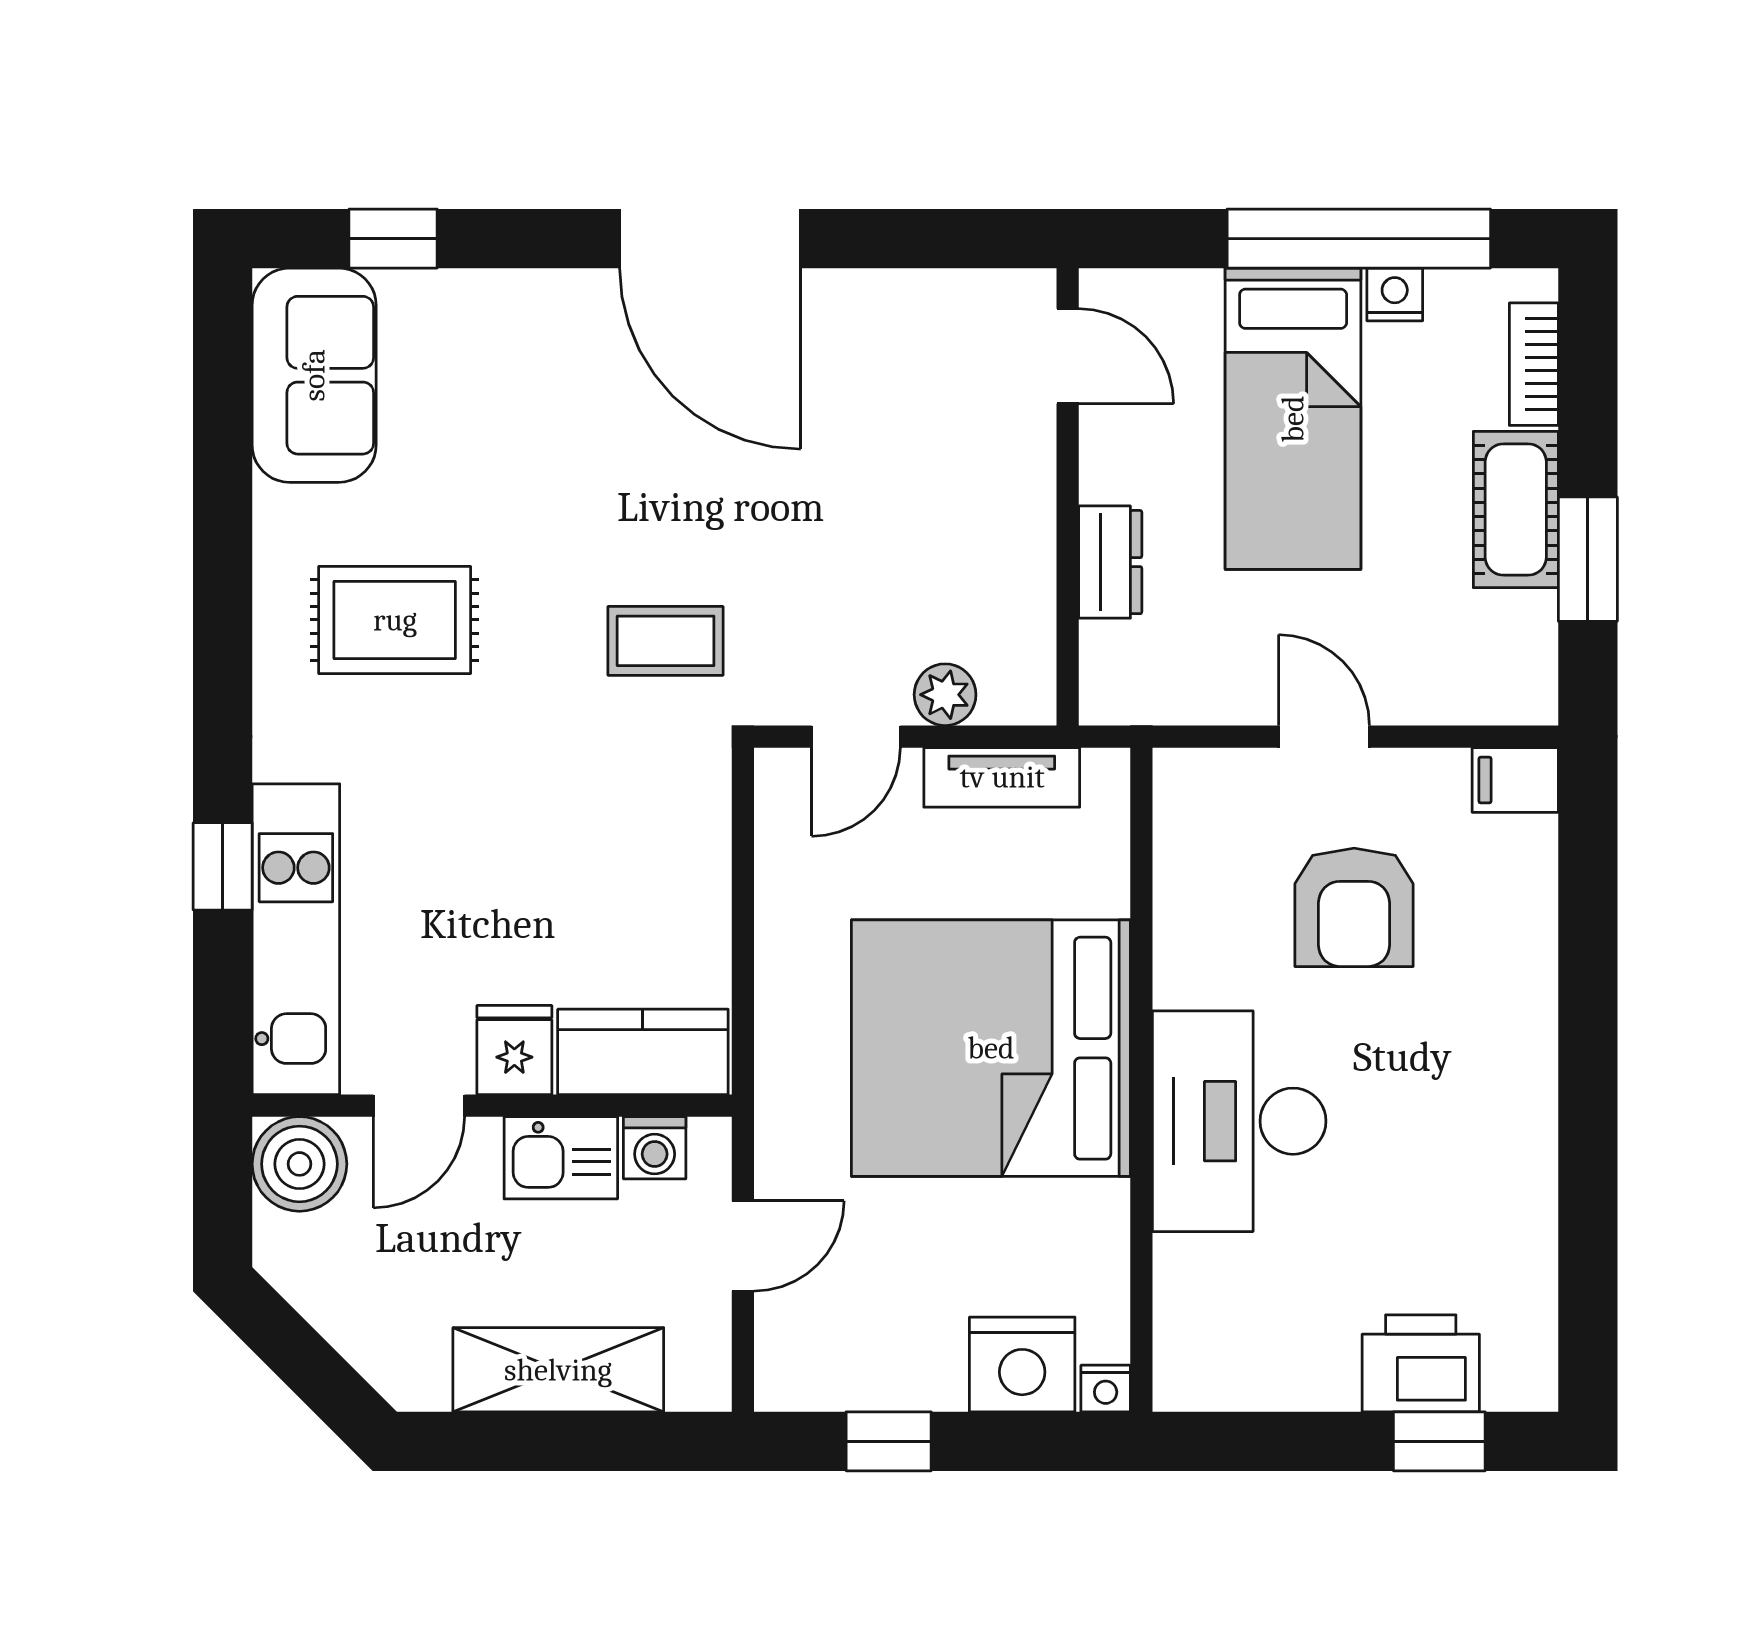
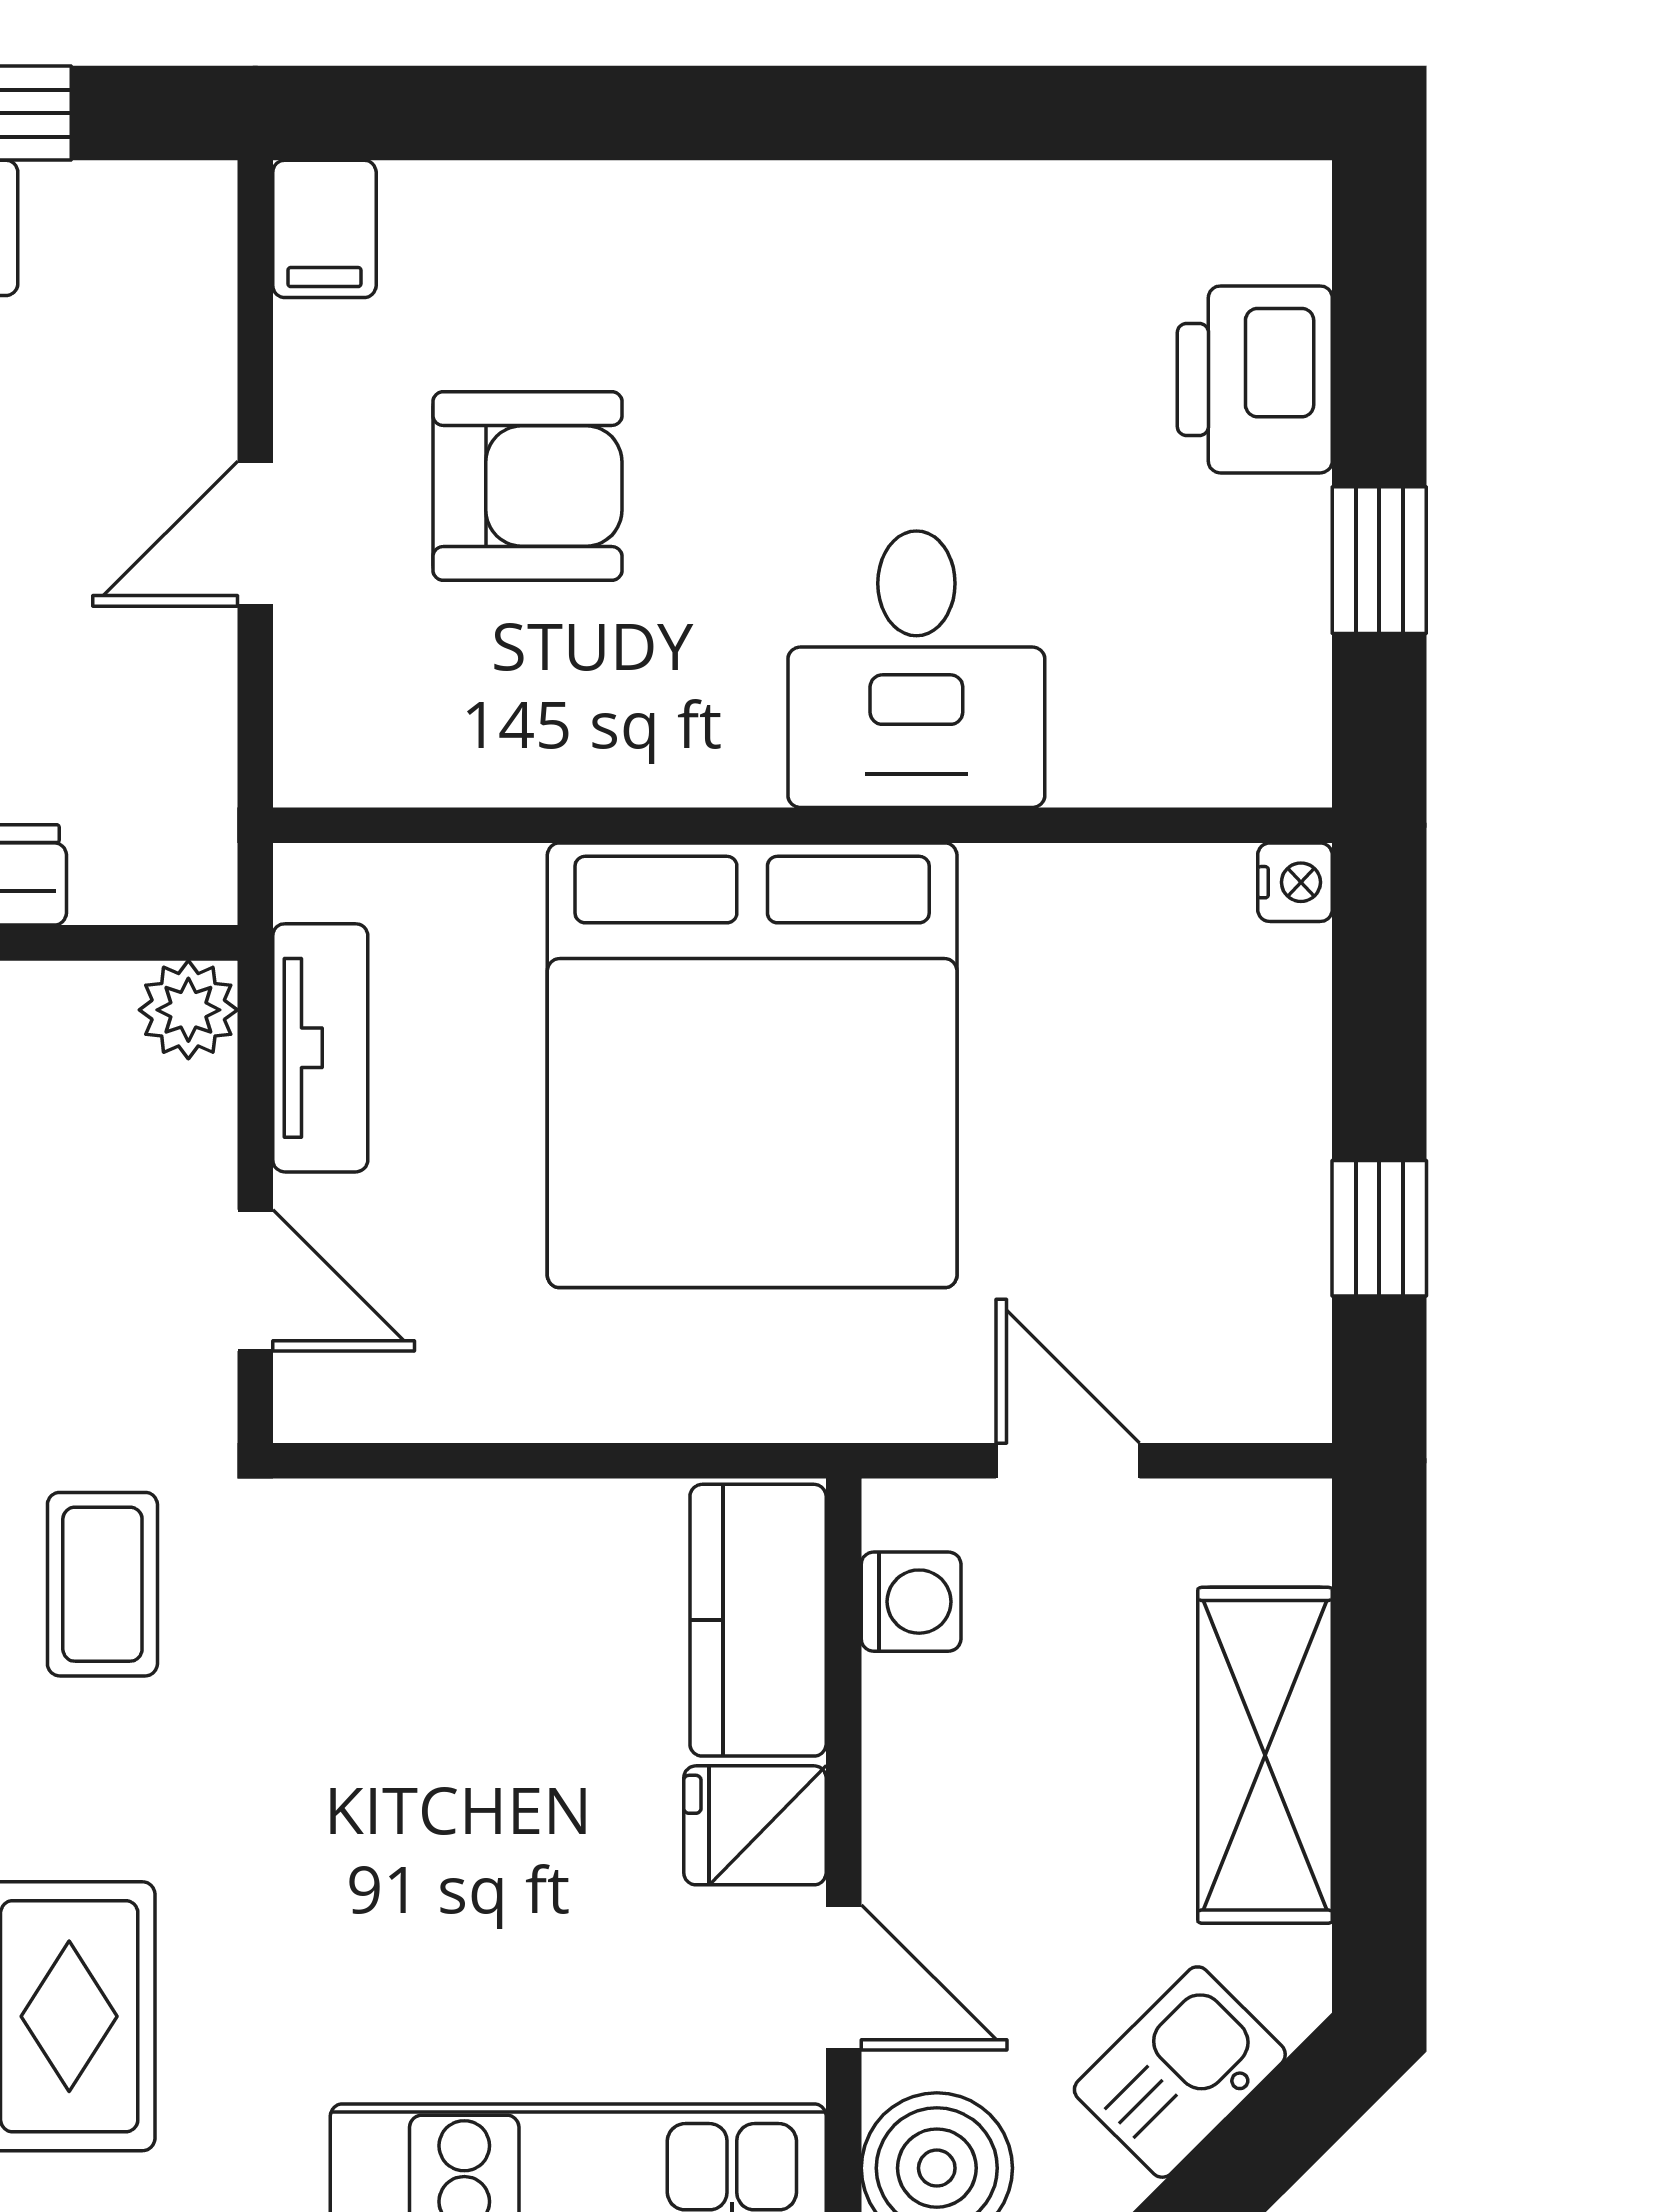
plant: (945, 695) -> (188, 1010), moved
desk: (1239, 1121) -> (916, 669), width x0.73
kitchen sink: (561, 1158) -> (1180, 2072), moved, turned -135
nightstand: (1022, 1364) -> (1257, 1015), removed
window: (1439, 1441) -> (1379, 560), moved

